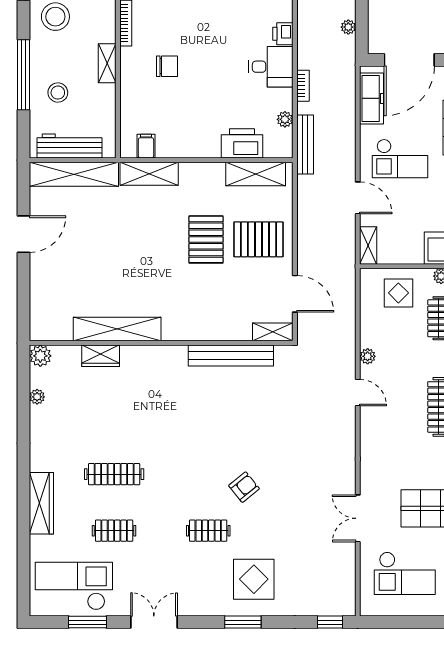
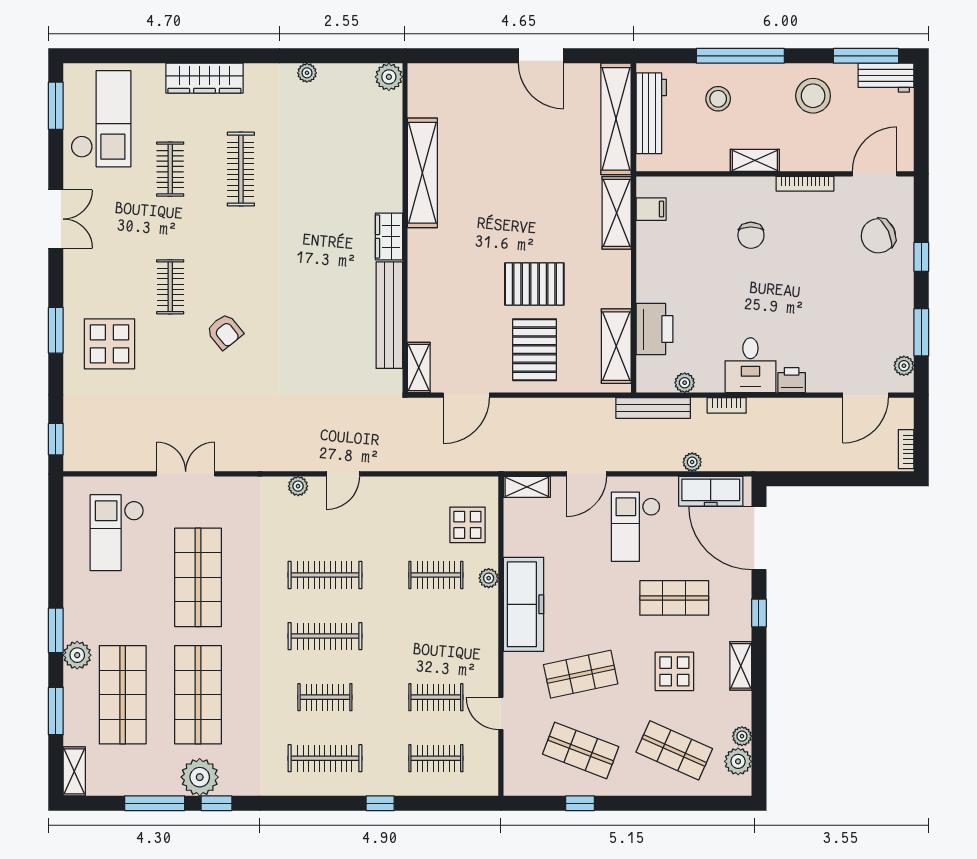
plant: (348, 27) -> (692, 462), moved
wardrobe: (101, 356) -> (389, 237), moved
plant: (368, 356) -> (298, 486), moved
plant: (37, 397) -> (307, 73), moved
window: (87, 622) -> (56, 106), moved

